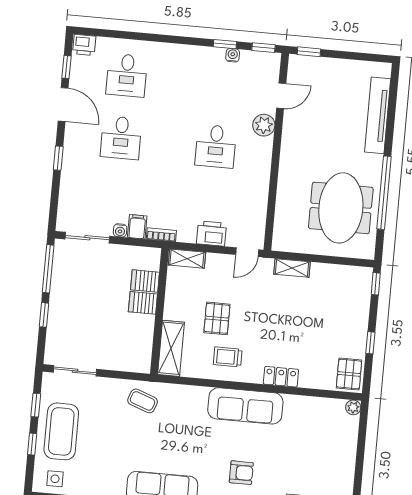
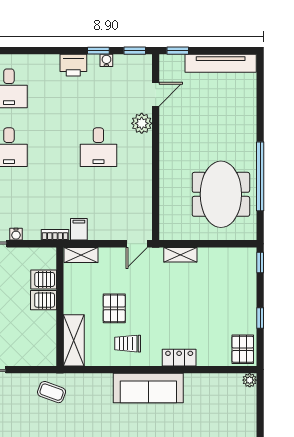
tv unit: (378, 115) -> (221, 63), moved, turned -90
filing cabinet: (137, 227) -> (79, 229), moved
printer: (211, 233) -> (73, 65), moved, turned 180

